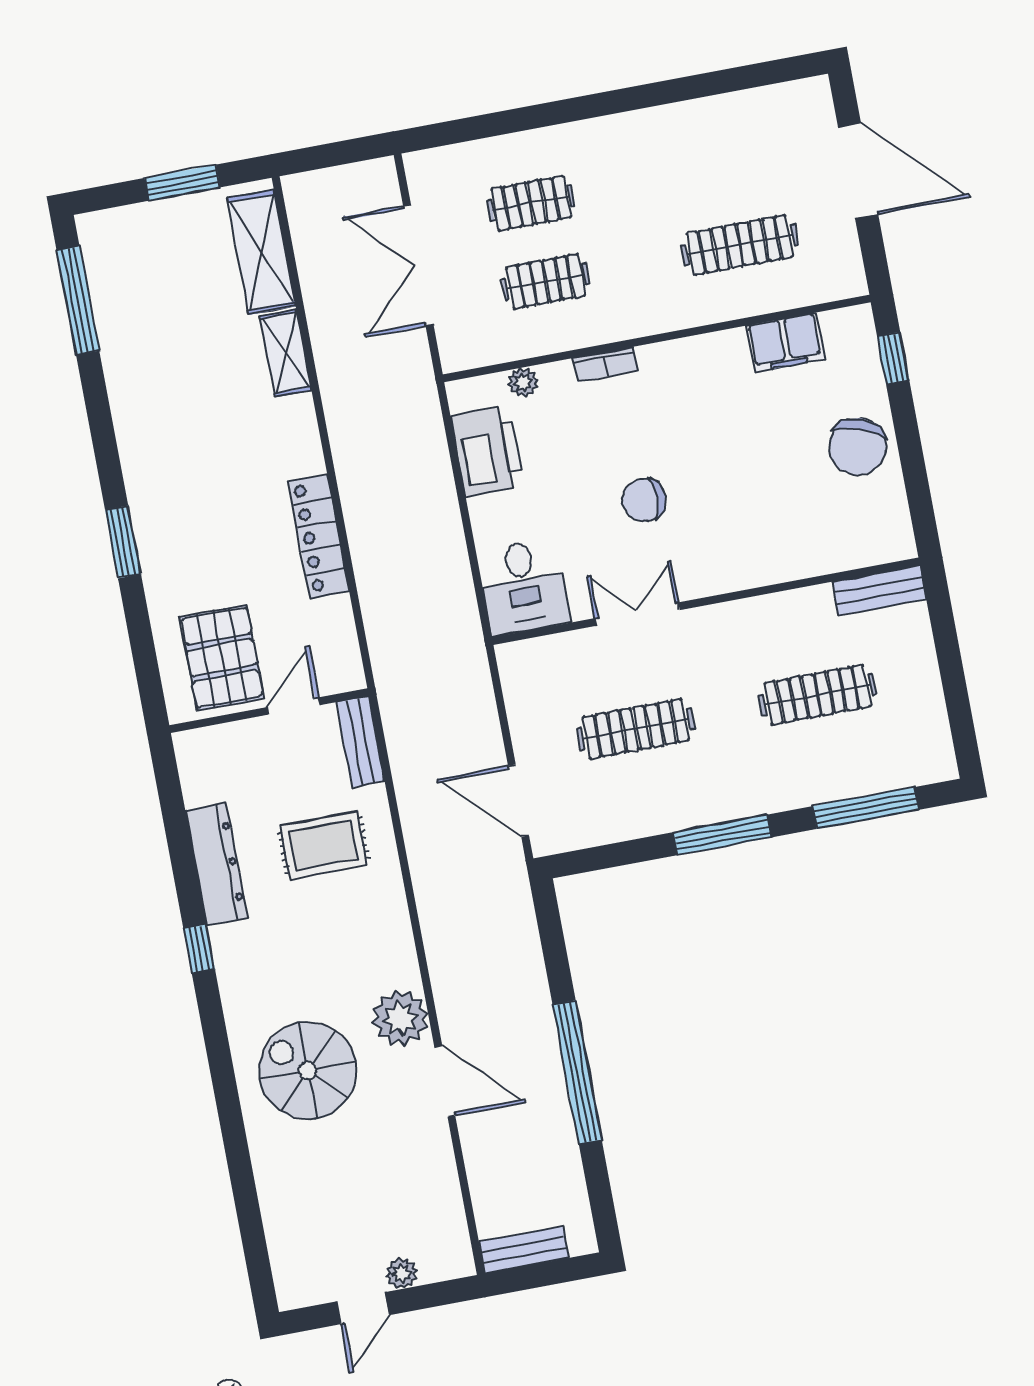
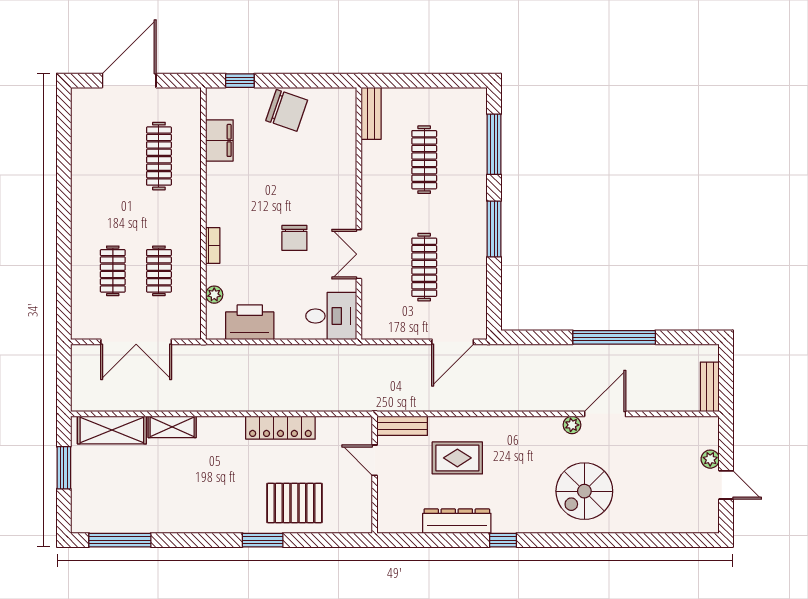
pallet: (222, 657) -> (295, 503), moved
rug: (324, 845) -> (457, 458), turned 90
plant: (400, 1018) -> (572, 425), width x0.53, depth x0.53

